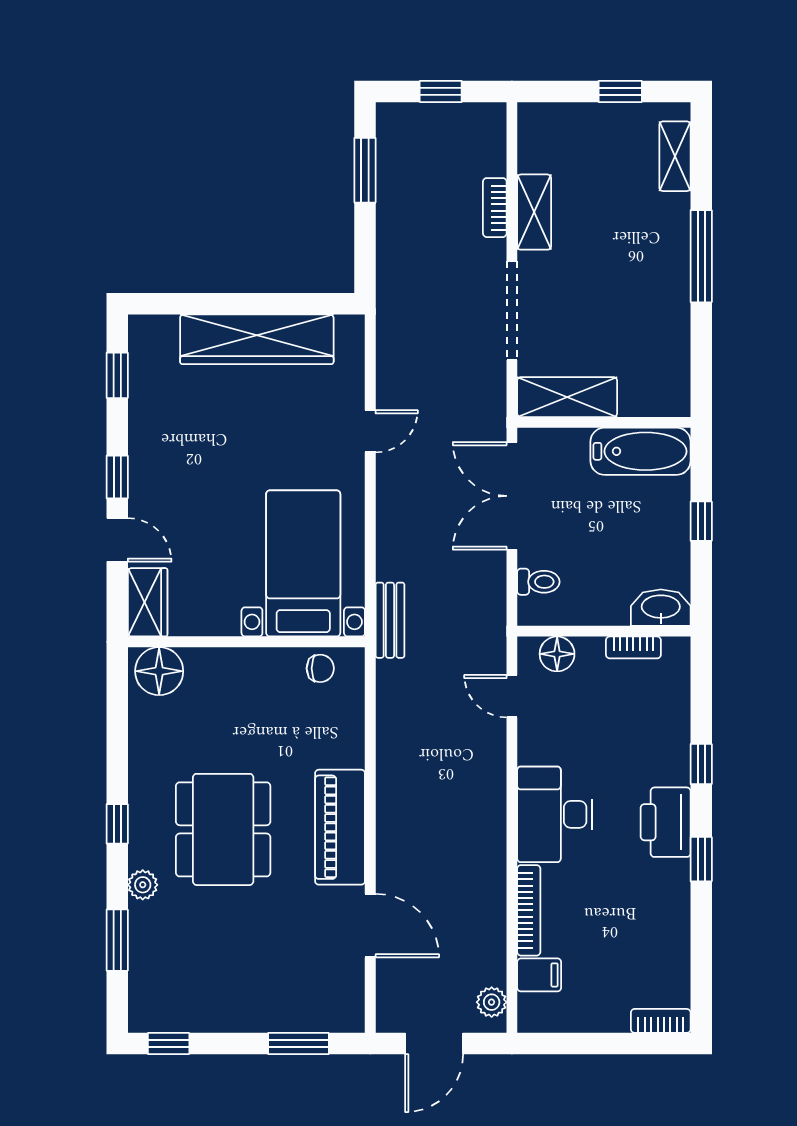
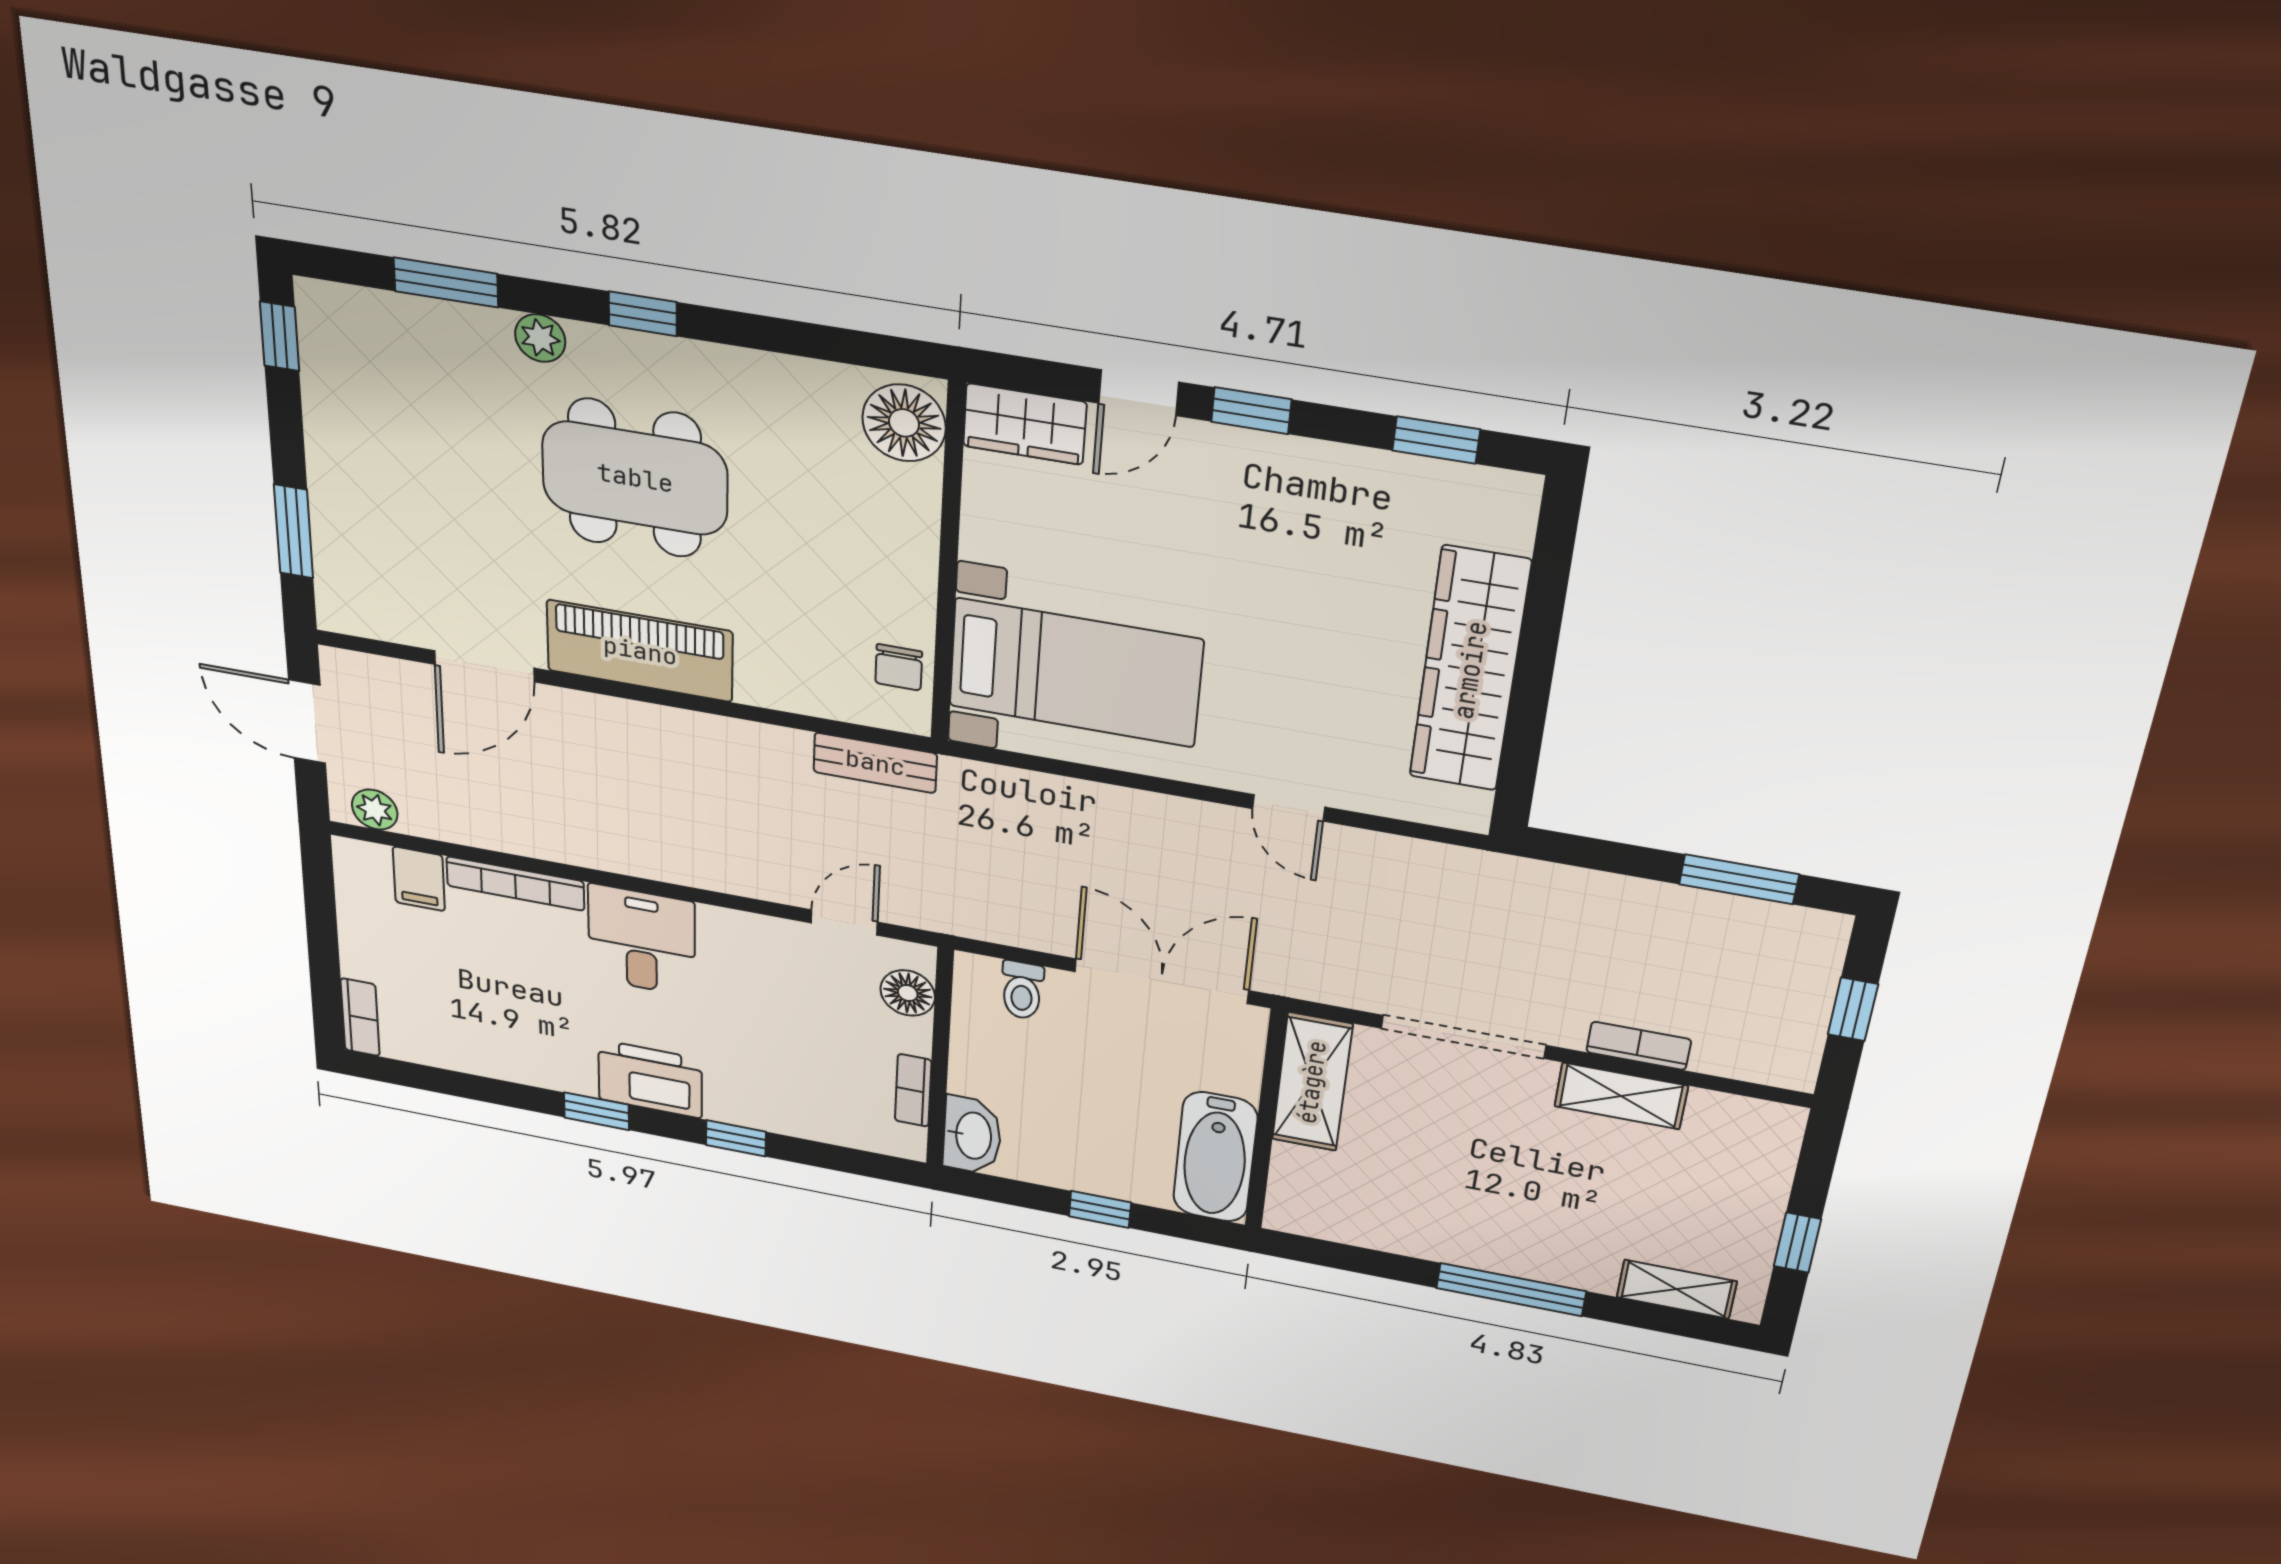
bench: (390, 620) -> (875, 763), moved
desk: (555, 814) -> (642, 940), width x0.73

